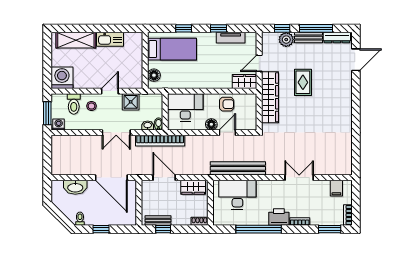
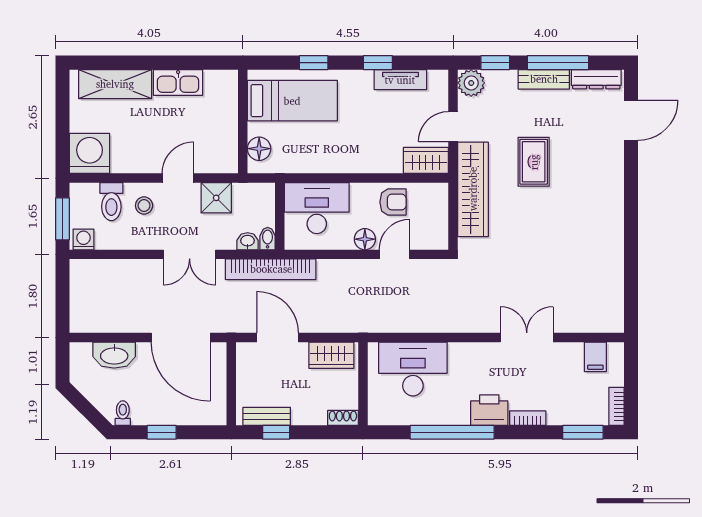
plant: (286, 40) -> (471, 83), moved
bench: (238, 168) -> (414, 320), removed

